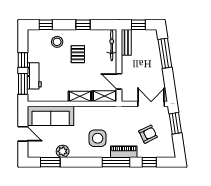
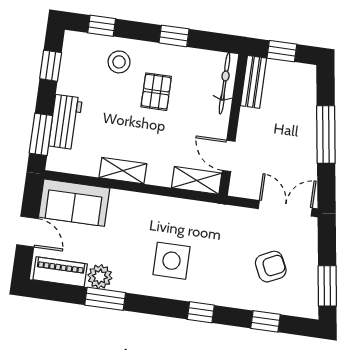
window: (165, 53) -> (326, 135), moved
window: (23, 60) -> (51, 66), moved
shelving: (80, 96) -> (123, 171), moved
sofa: (51, 116) -> (74, 203), width x0.73
window: (175, 123) -> (327, 286), moved
piano: (124, 152) -> (60, 272), moved
window: (50, 162) -> (105, 299), moved
window: (116, 162) -> (201, 312), width x0.46

